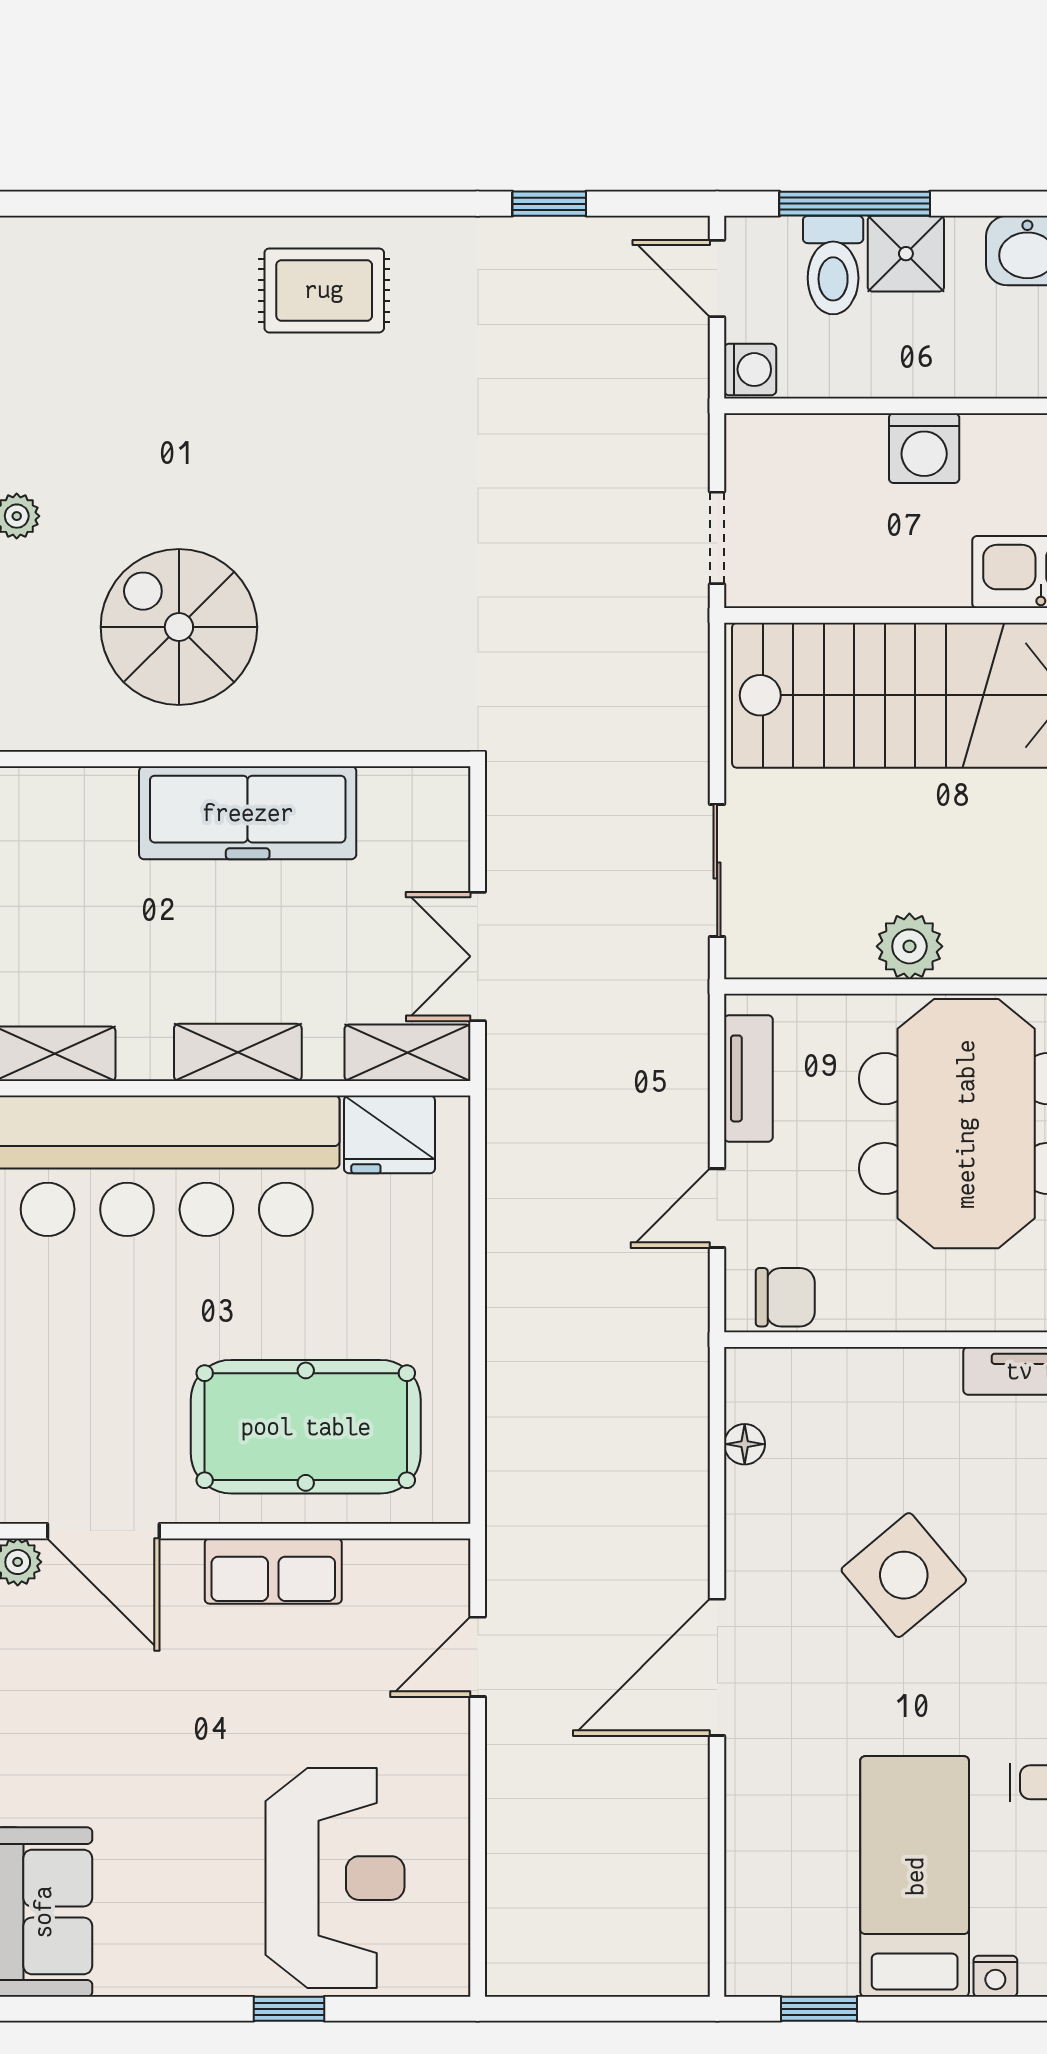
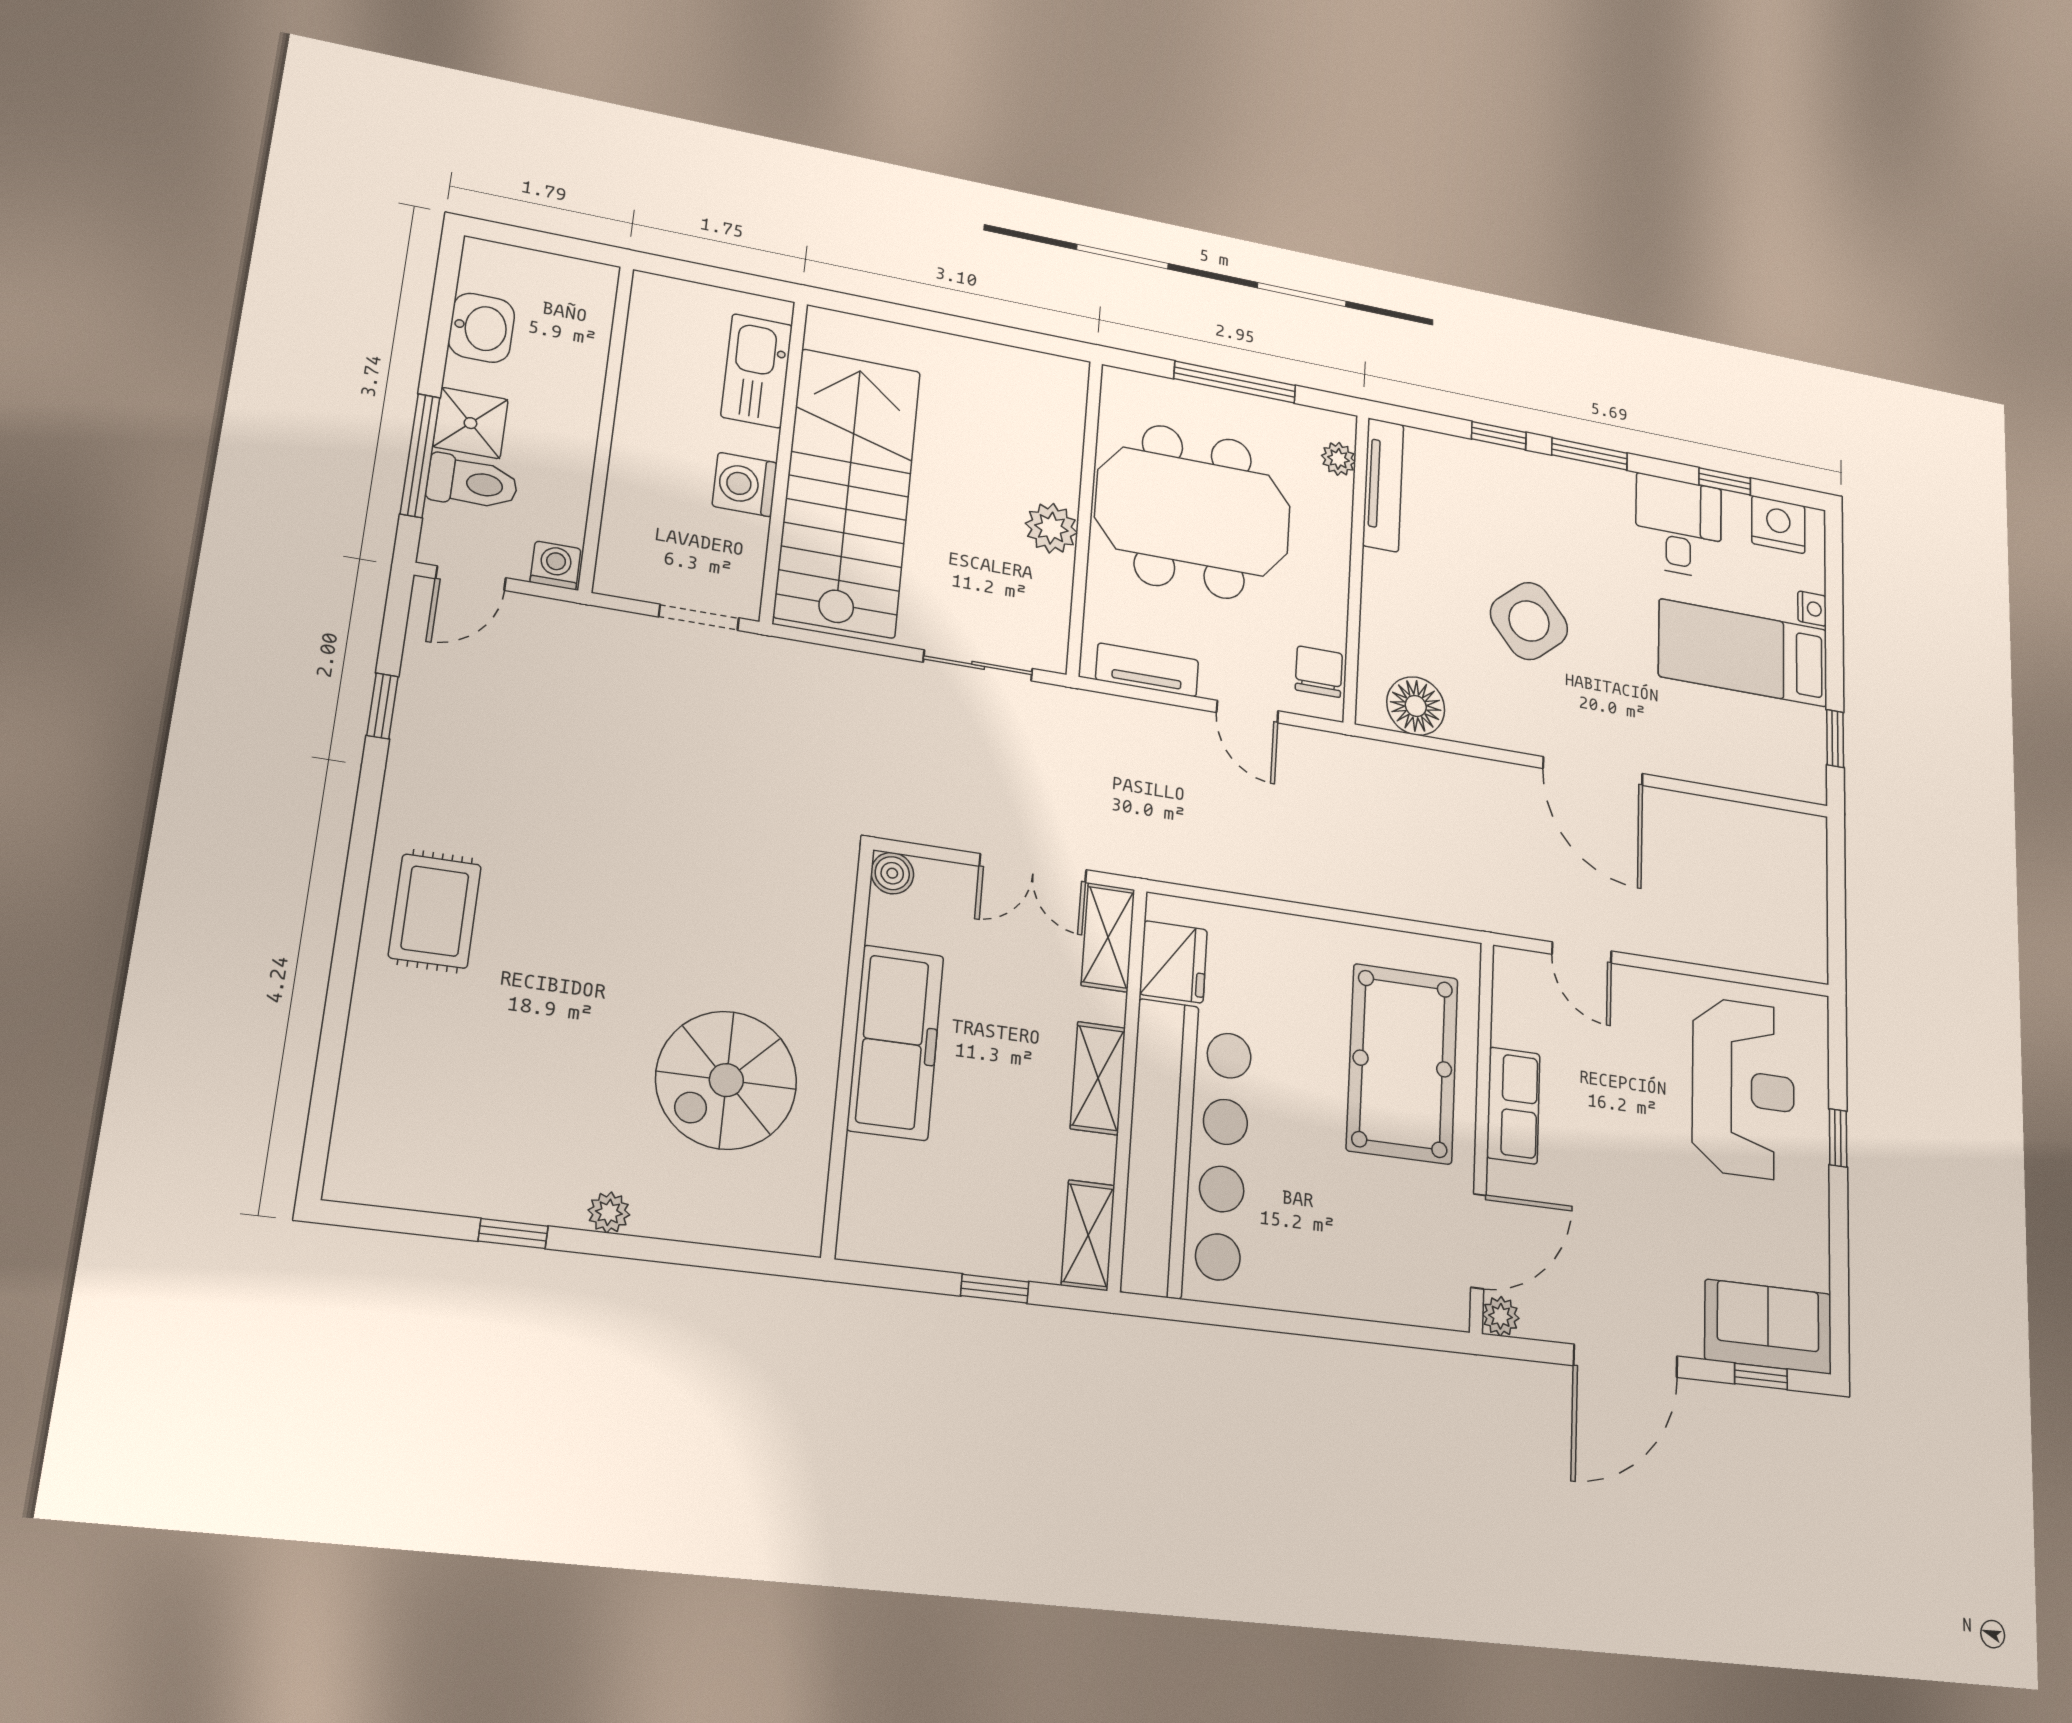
washing machine: (924, 448) -> (745, 484), moved, turned 180
boiler: (446, 791) -> (892, 873), added
floor lamp: (745, 1444) -> (1416, 706), width x1.89, depth x1.89
reception desk: (335, 1878) -> (1743, 1088), turned 90

